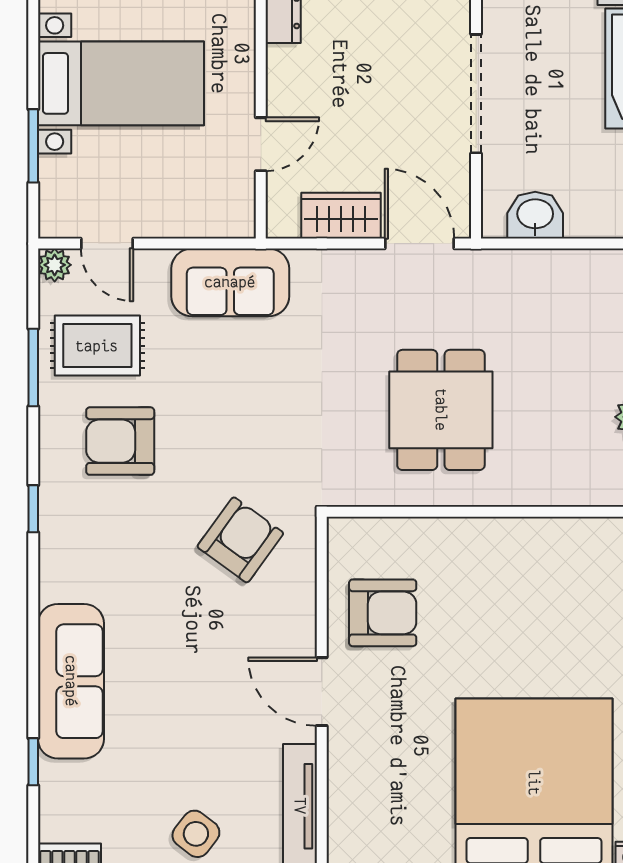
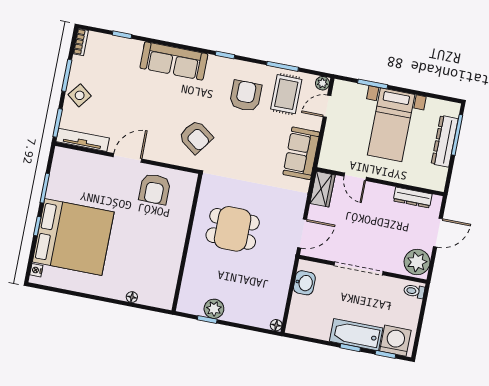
wardrobe: (341, 216) -> (323, 189), moved
sofa: (71, 681) -> (174, 61), moved

